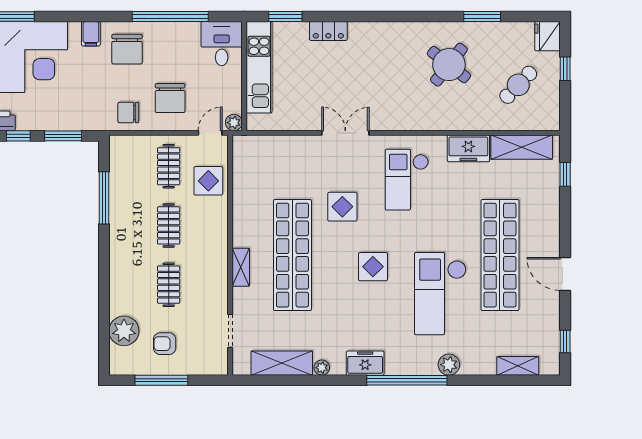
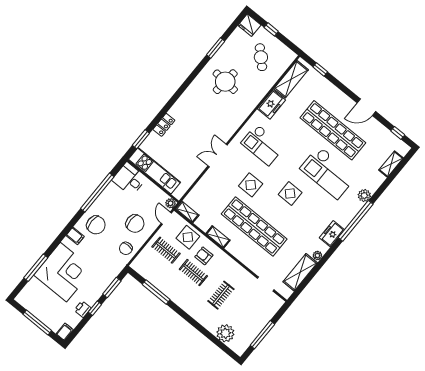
round table: (449, 65) -> (225, 82), turned -33
shelving: (241, 153) -> (187, 212), added
shelving: (241, 267) -> (218, 237), moved
clothes rail: (169, 285) -> (221, 295), turned 90
armchair: (165, 344) -> (204, 256), moved, turned 90

